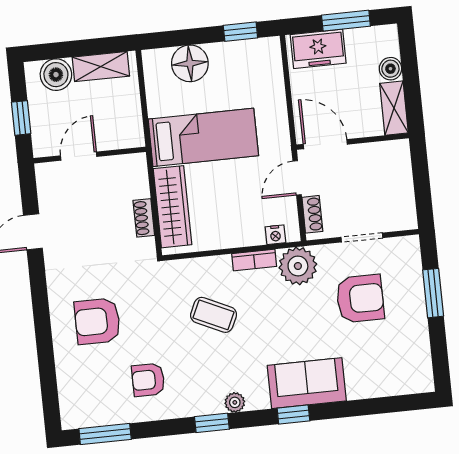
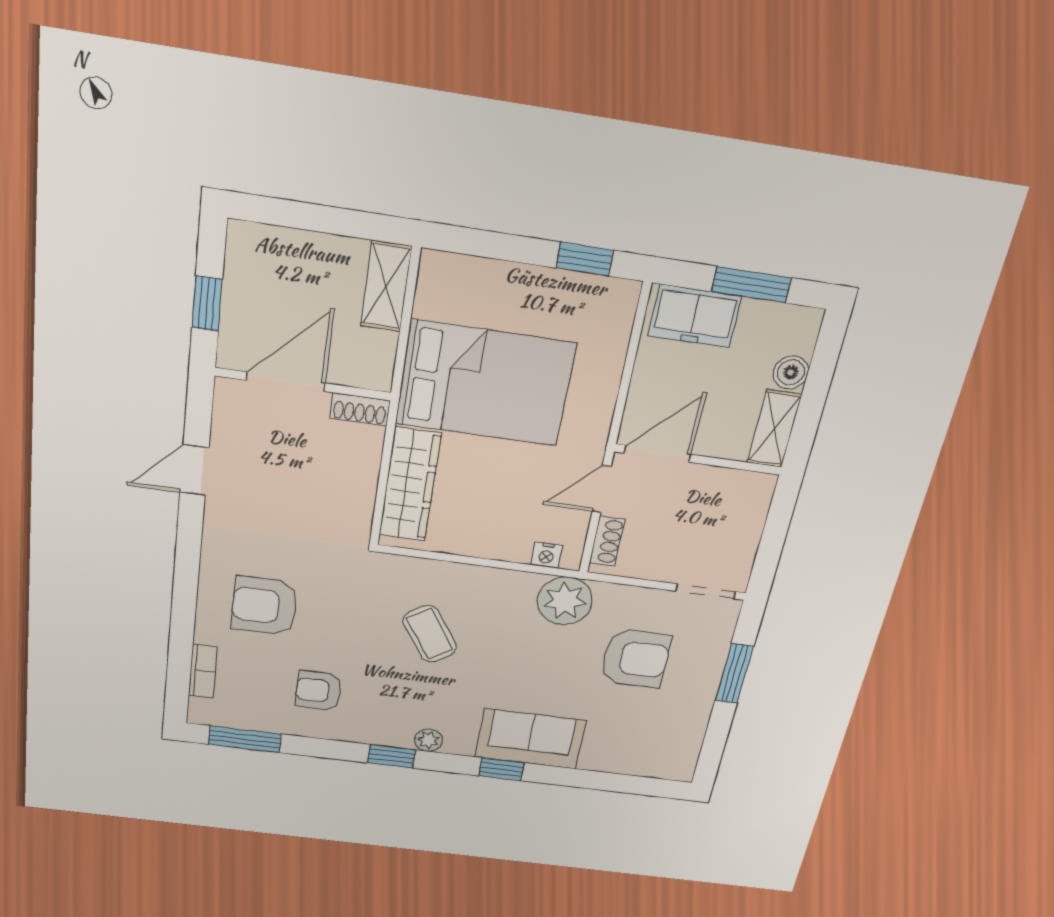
floor lamp: (190, 63) -> (492, 288), removed
shelving: (101, 67) -> (386, 286), moved, turned 90
boiler: (56, 75) -> (276, 251), removed
bed: (203, 137) -> (485, 384), width x1.50
door: (325, 144) -> (658, 454), hinge flipped
door: (79, 156) -> (286, 382), width x1.37
shoe rack: (144, 218) -> (360, 409), moved, turned -90
doorway: (362, 238) -> (706, 591), moved
bookcase: (254, 260) -> (203, 671), moved, turned -90
coffee table: (214, 315) -> (430, 634), turned 32

